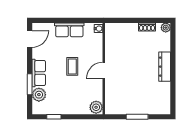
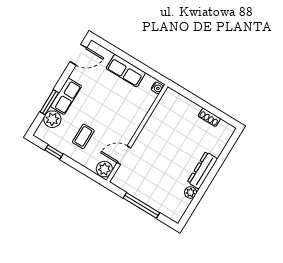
plant: (166, 28) -> (190, 192), moved
coffee table: (72, 66) -> (83, 136), moved
door: (104, 70) -> (124, 155), moved
window: (137, 117) -> (141, 205), width x1.44

